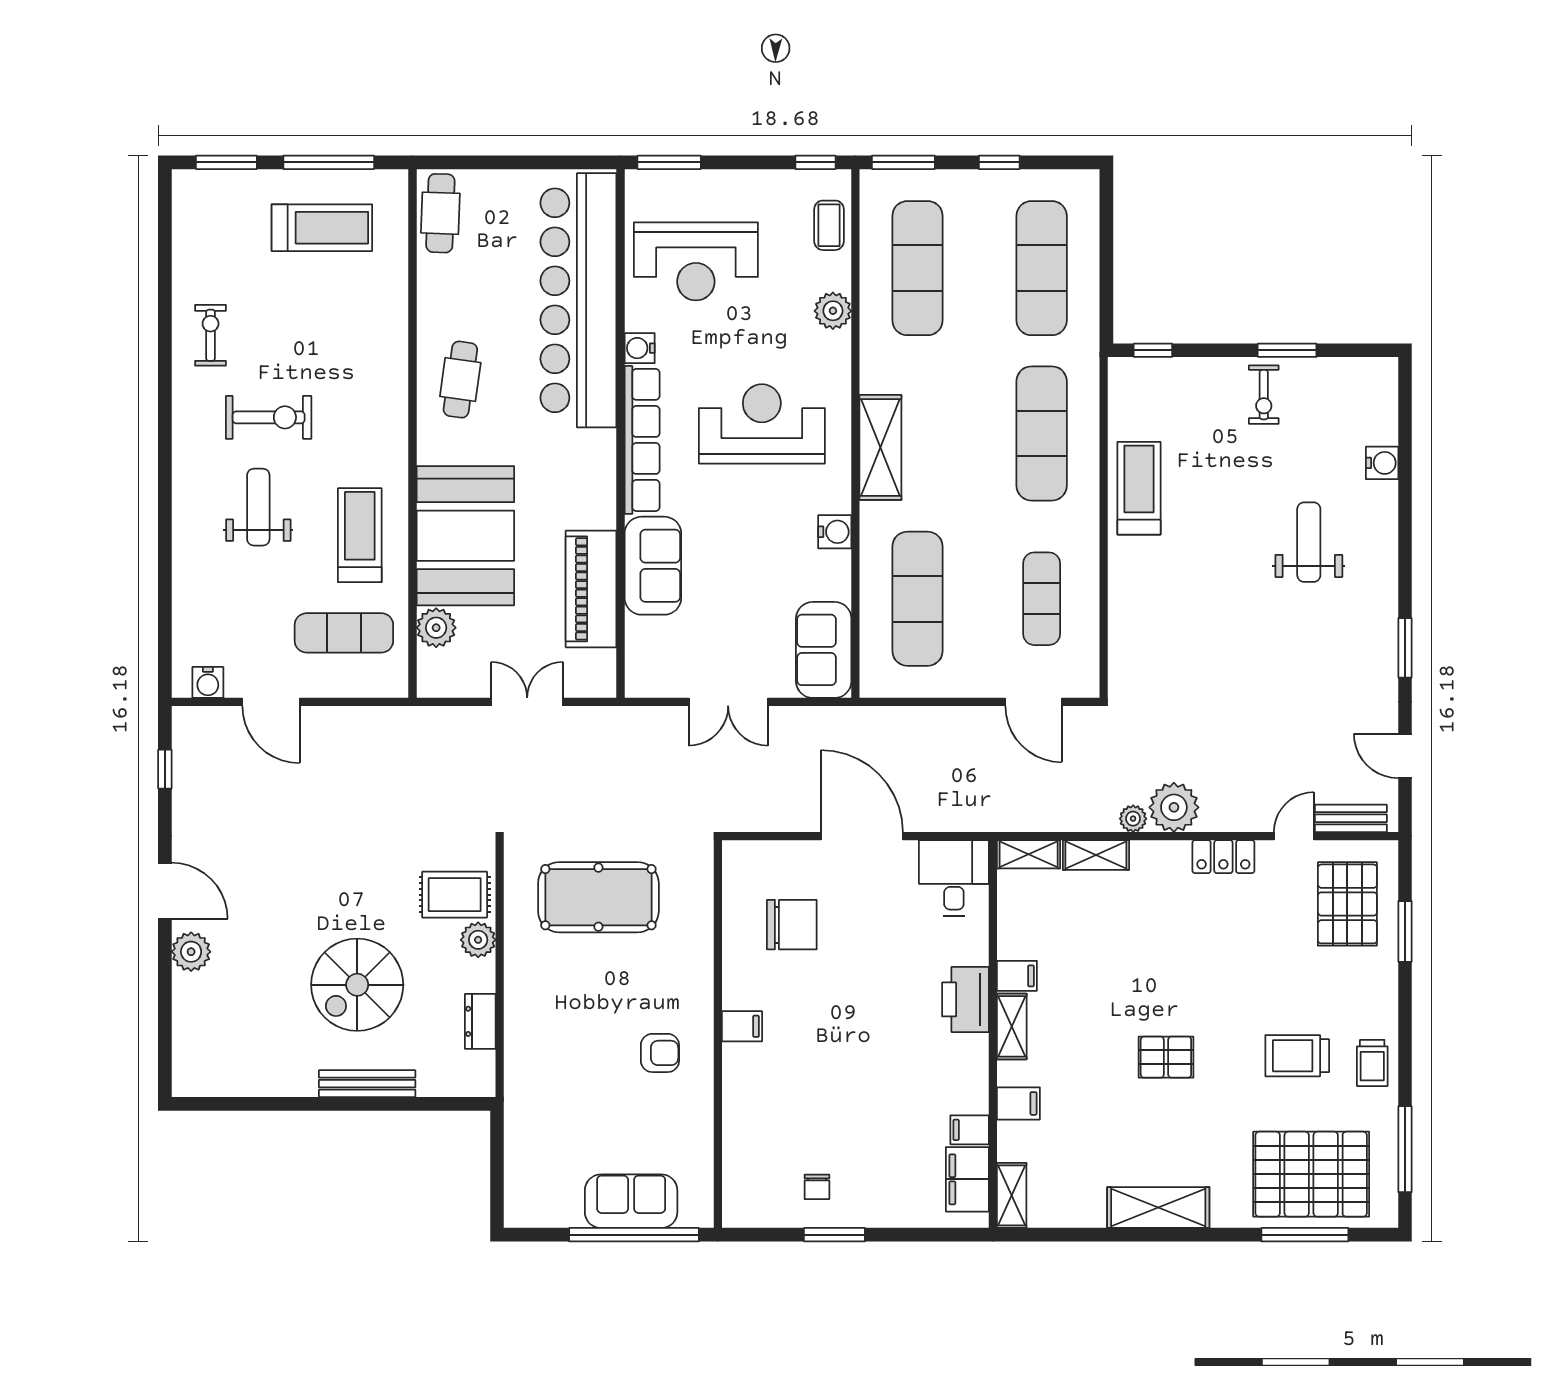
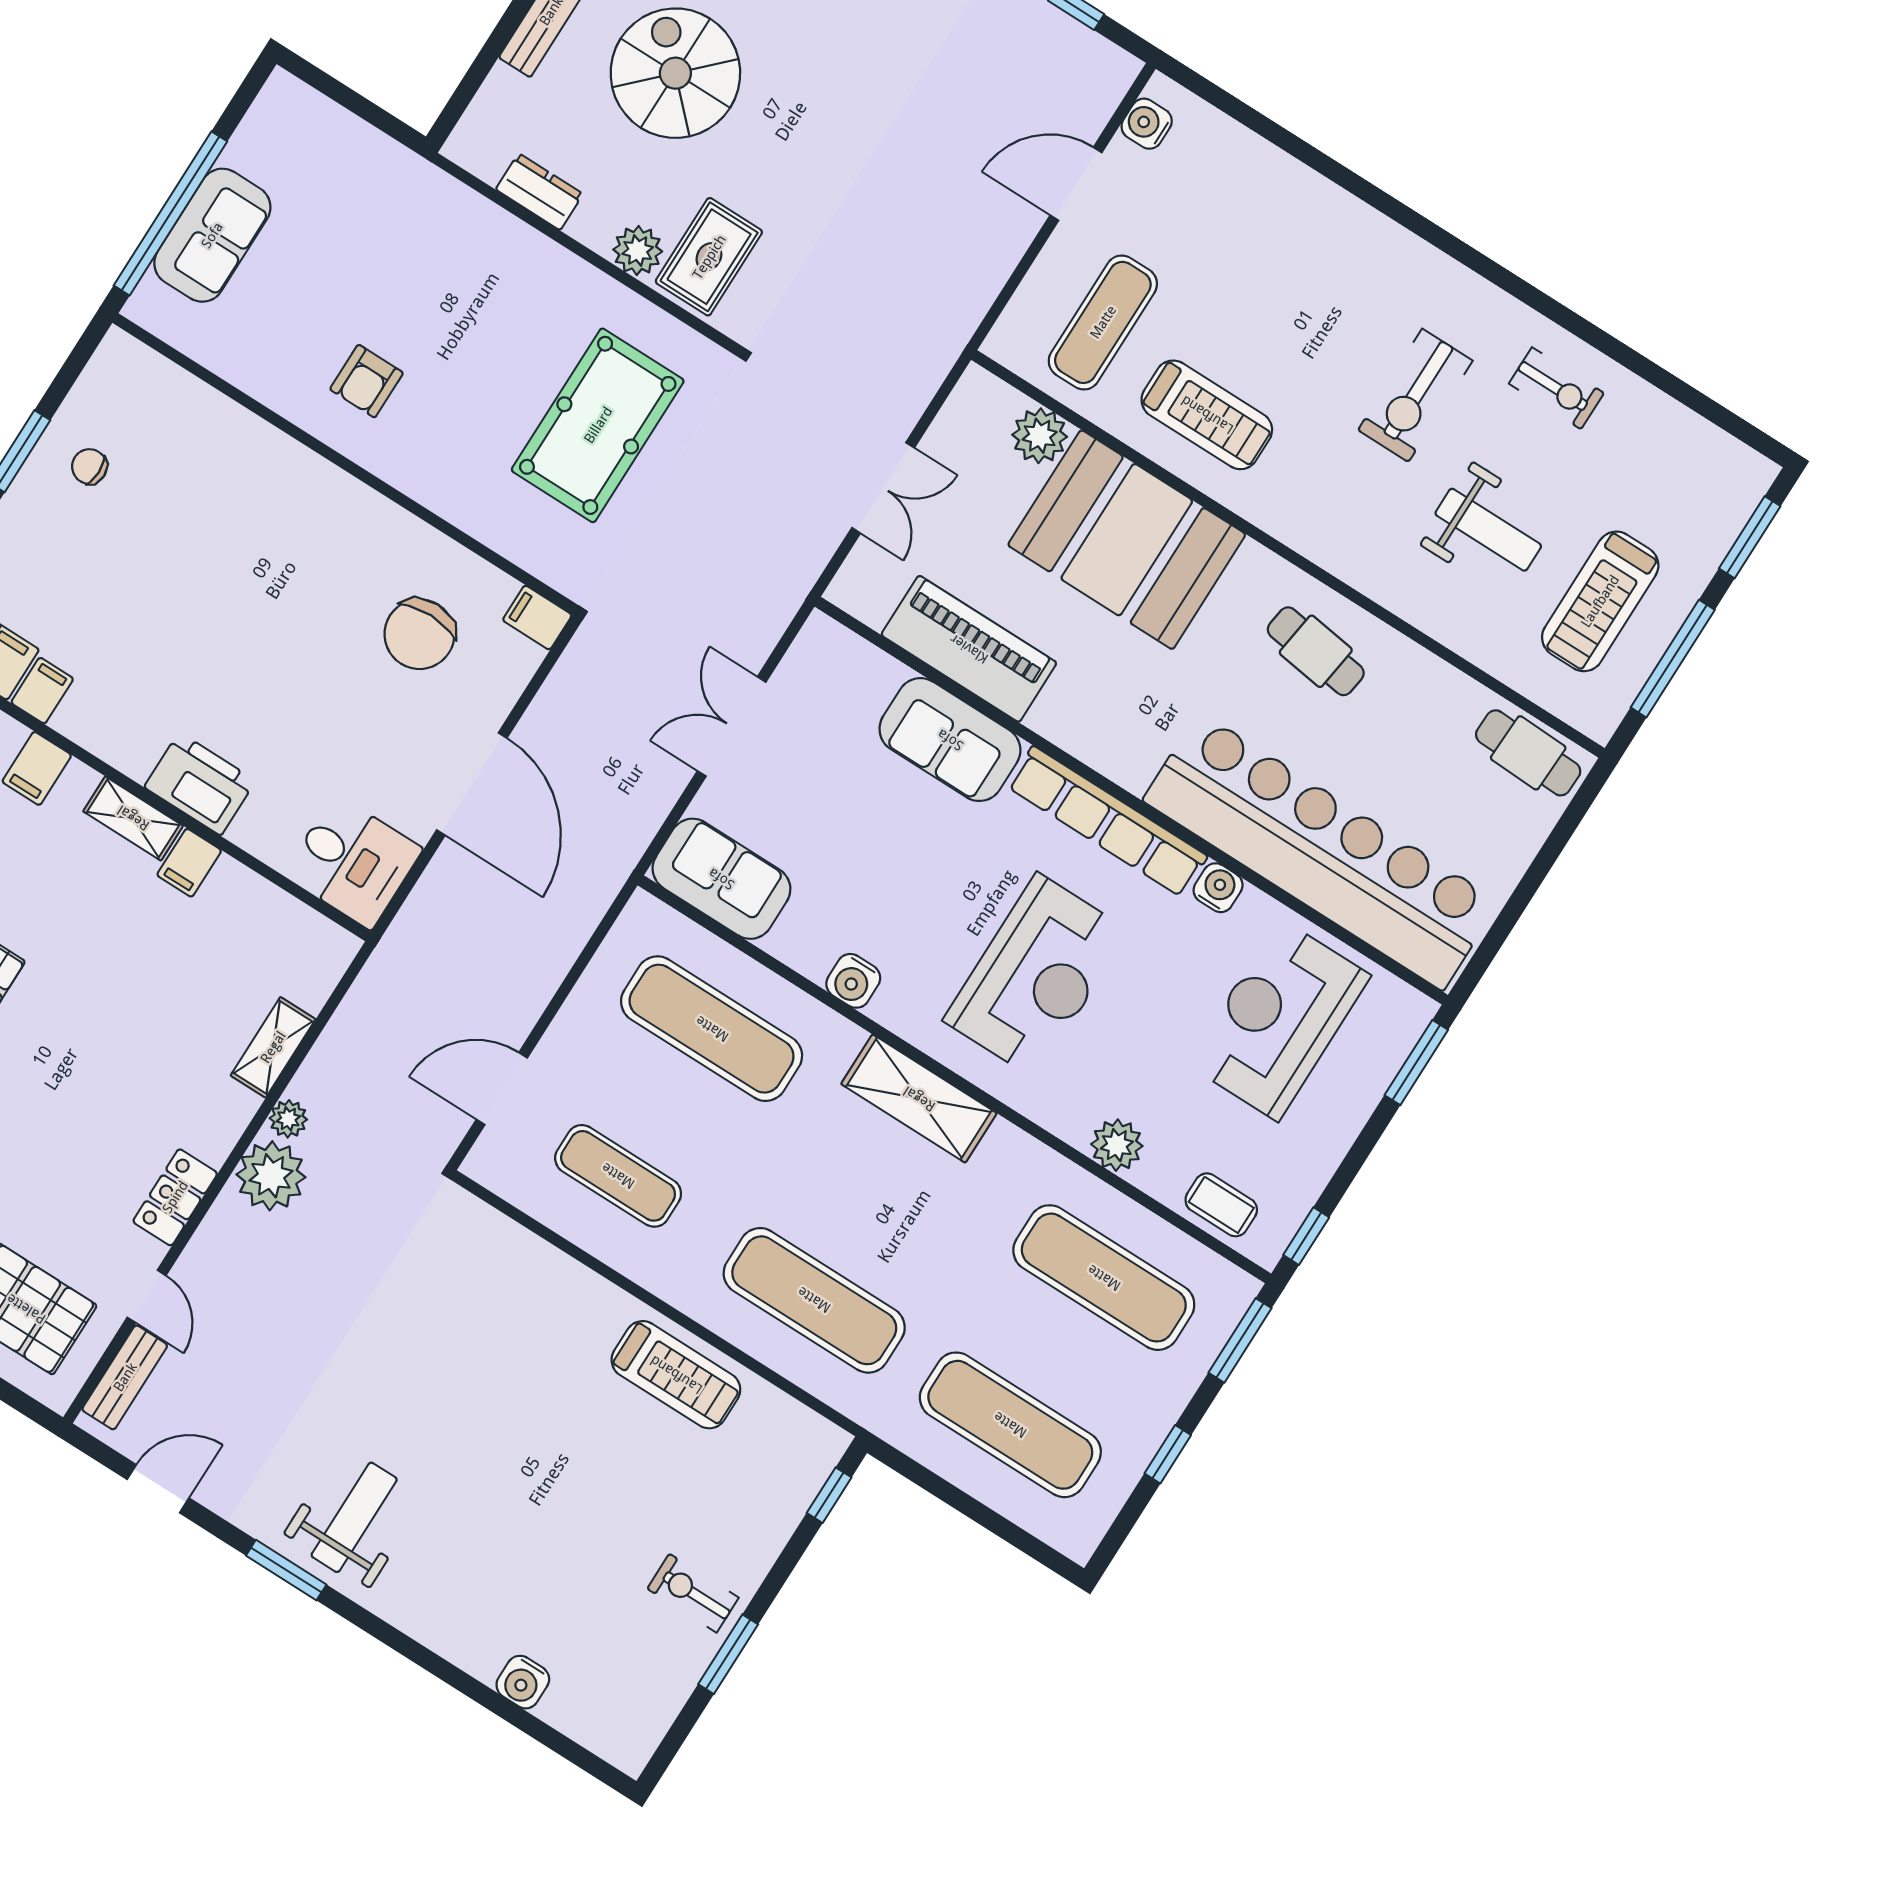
weight bench: (258, 507) -> (1488, 530), moved
weight bench: (1309, 542) -> (354, 1517), moved, turned -90
door: (862, 836) -> (472, 784), hinge flipped
shelving: (1029, 854) -> (325, 968), removed
filing cabinet: (742, 1026) -> (537, 618), moved, turned 90

